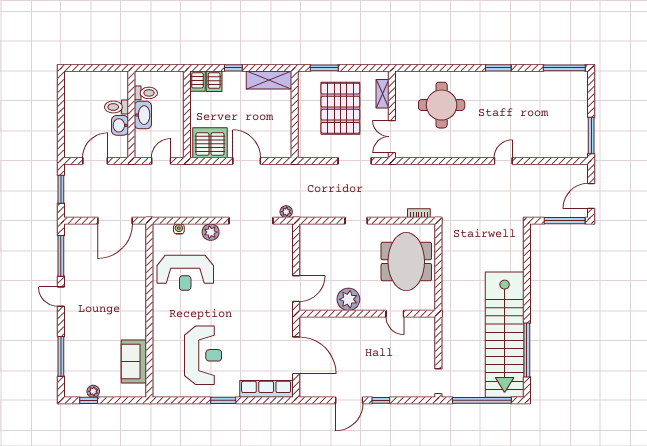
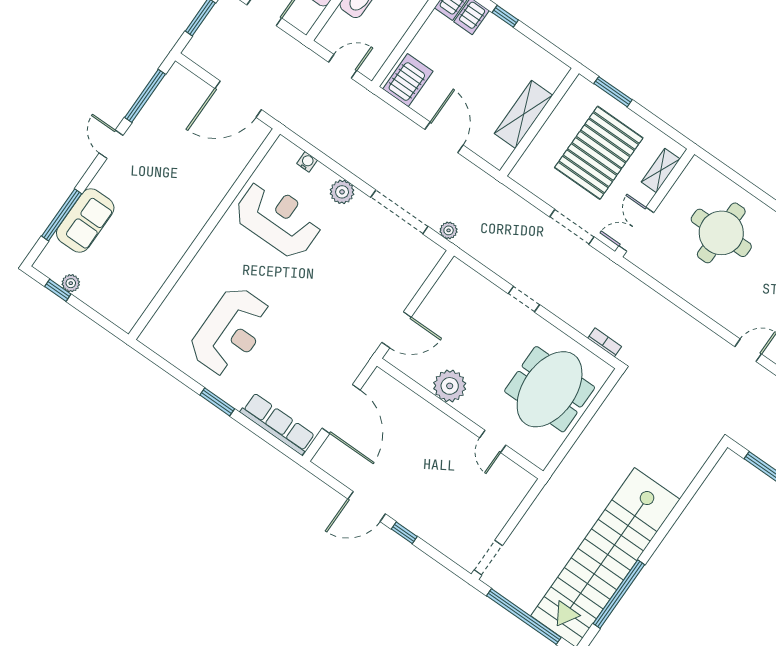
shelving: (269, 80) -> (524, 114), moved, turned 90
server rack: (210, 143) -> (408, 80), width x0.62
reception desk: (185, 273) -> (278, 219), turned 180
sofa: (134, 361) -> (85, 220), moved, turned 180

